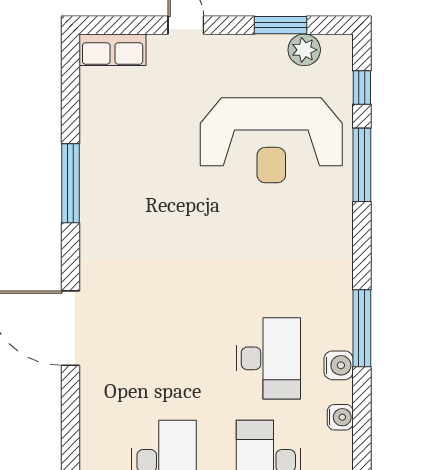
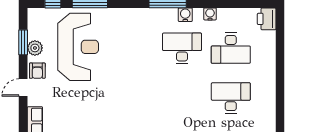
plant: (304, 50) -> (35, 48), moved
armchair: (221, 55) -> (37, 71), added

